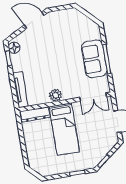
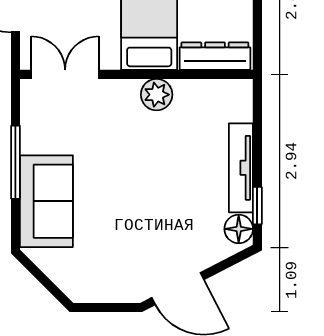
sofa: (94, 59) -> (46, 201), moved
tv unit: (20, 90) -> (241, 168), moved

